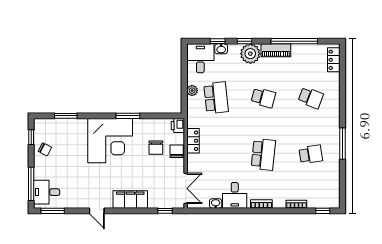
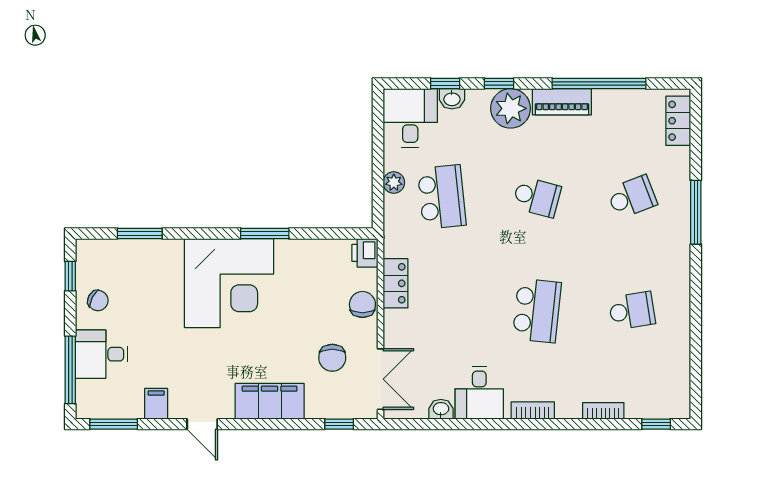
school desk: (311, 98) -> (632, 197), turned -42
window: (342, 144) -> (696, 212), moved
chair: (156, 148) -> (332, 358), moved
desk: (47, 192) -> (102, 354), moved
filing cabinet: (74, 201) -> (156, 404), added

